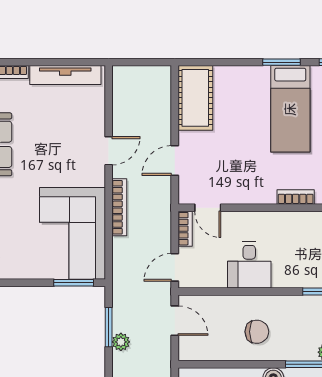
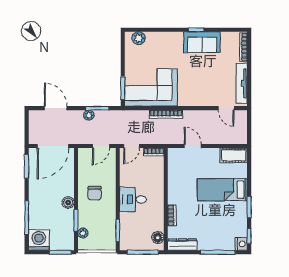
cot: (195, 98) -> (234, 155), width x0.73, depth x0.75
bed: (290, 109) -> (222, 190), moved
door: (109, 151) -> (226, 108), moved
door: (208, 208) -> (166, 165), removed
desk: (249, 265) -> (133, 199), moved
door: (175, 267) -> (131, 146), swing flipped

